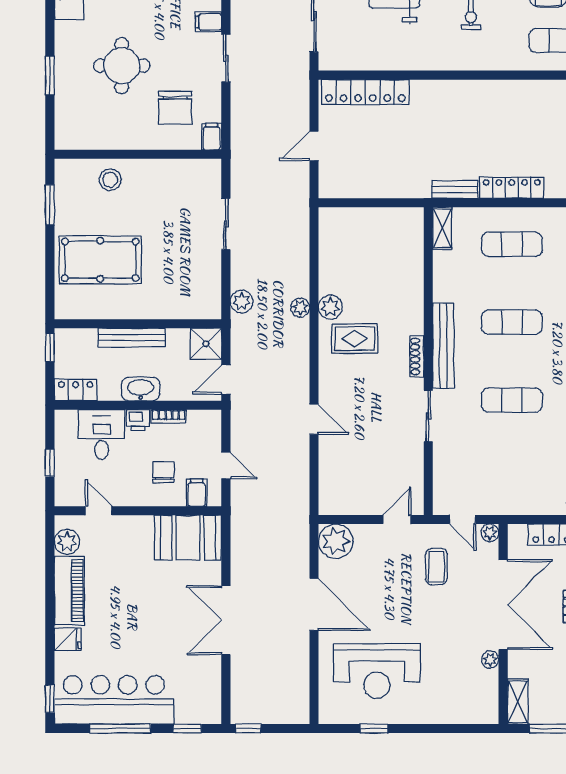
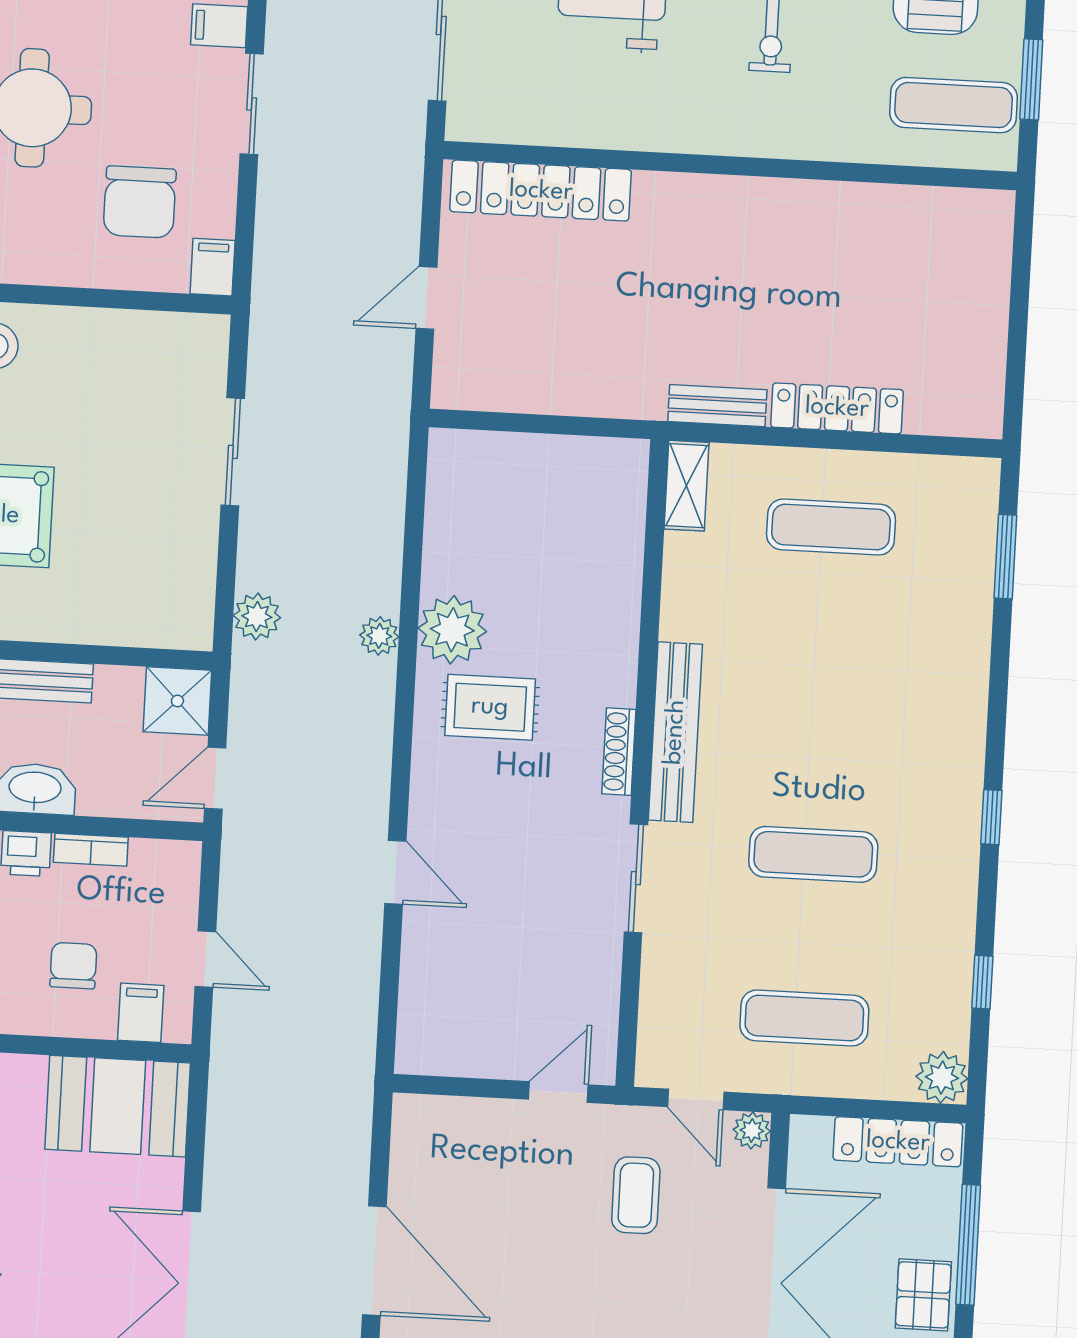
plant: (330, 307) -> (452, 630), width x1.36, depth x1.36
exercise mat: (512, 322) -> (804, 1018), moved
plant: (336, 541) -> (427, 1131), removed

